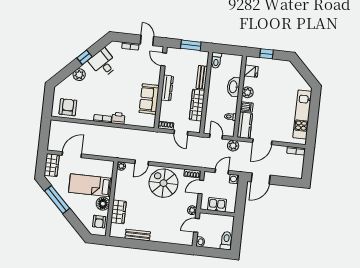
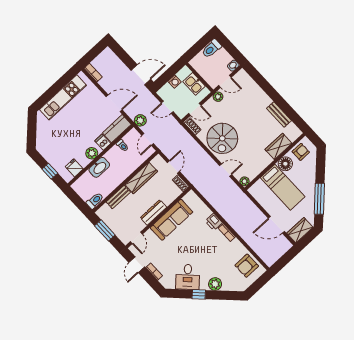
sofa: (149, 99) -> (171, 220), width x1.36
washing machine: (234, 179) -> (175, 82), moved

